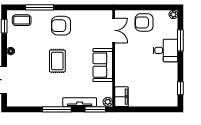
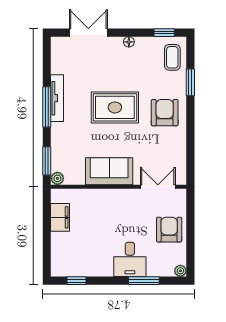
window: (39, 7) -> (190, 82), width x0.69
double door: (114, 30) -> (158, 187), swing flipped
rug: (57, 61) -> (115, 107), width x1.36, depth x1.43
filing cabinet: (122, 97) -> (60, 217), moved, turned -90
tv unit: (80, 102) -> (57, 98), moved

